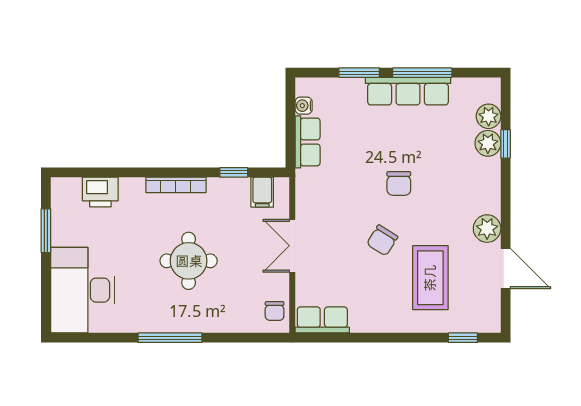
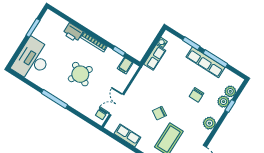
chair: (399, 183) -> (196, 95), moved
printer: (100, 192) -> (73, 33), moved
plant: (487, 229) -> (209, 123), moved
double door: (292, 246) -> (117, 104), moved
round table: (189, 261) -> (80, 74), turned 30
row of seats: (322, 320) -> (127, 136), moved

